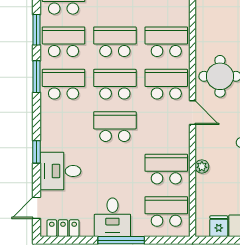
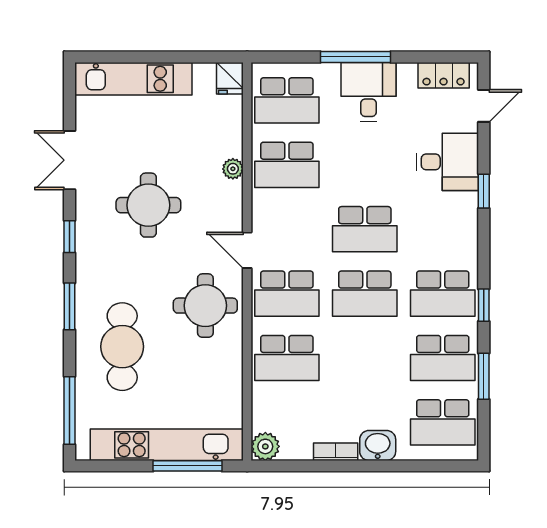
school desk: (115, 42) -> (365, 358), removed
window: (36, 77) -> (484, 305), width x0.67
fridge: (219, 226) -> (230, 78), moved

